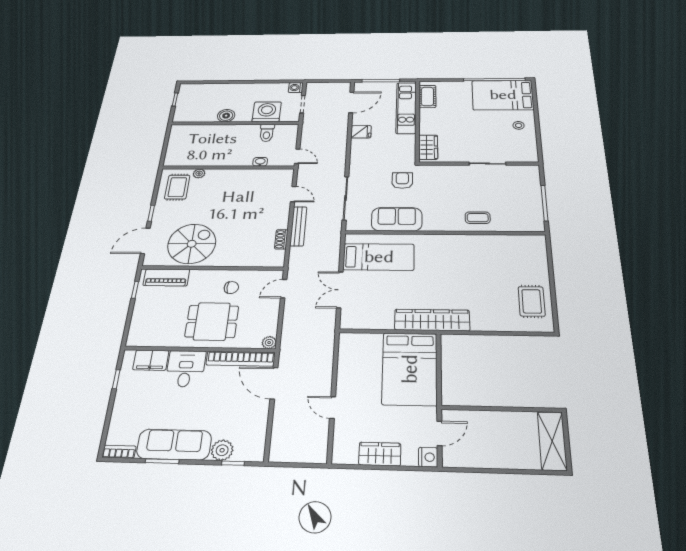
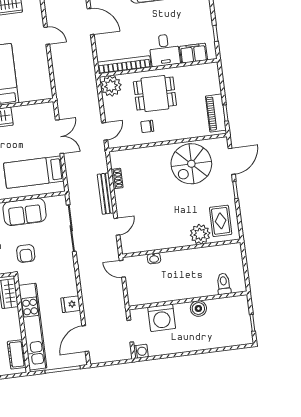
kitchen unit: (406, 108) -> (33, 327), width x1.36
toilet: (267, 133) -> (224, 284), moved
plant: (199, 173) -> (200, 234), width x1.88, depth x1.88
door: (293, 194) -> (117, 227), swing flipped
piano: (166, 277) -> (216, 113), moved, turned -90
plant: (269, 343) -> (111, 86), width x1.88, depth x1.88
door: (274, 383) -> (91, 22), moved

